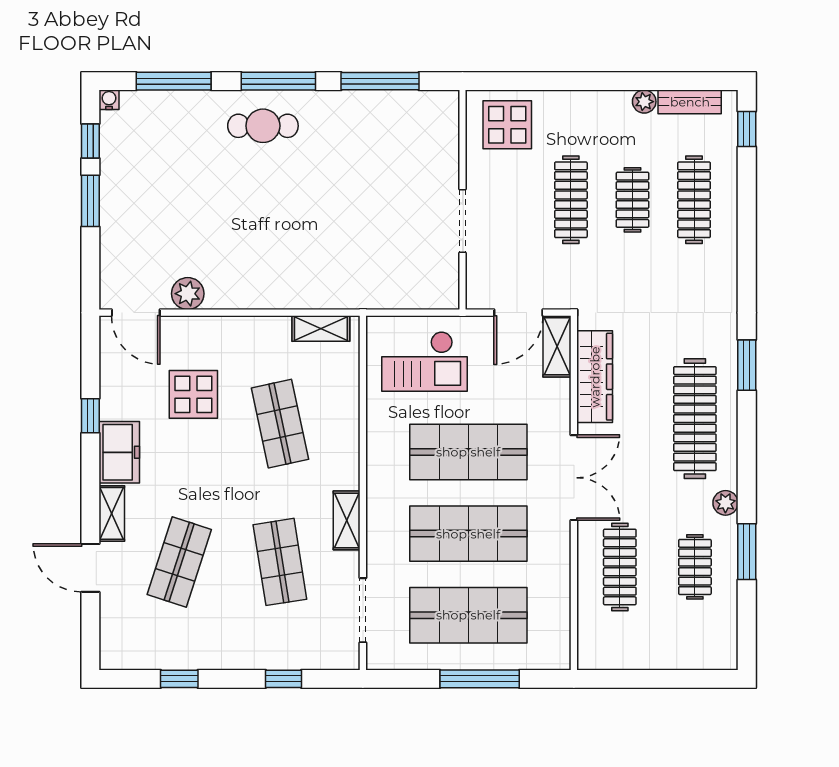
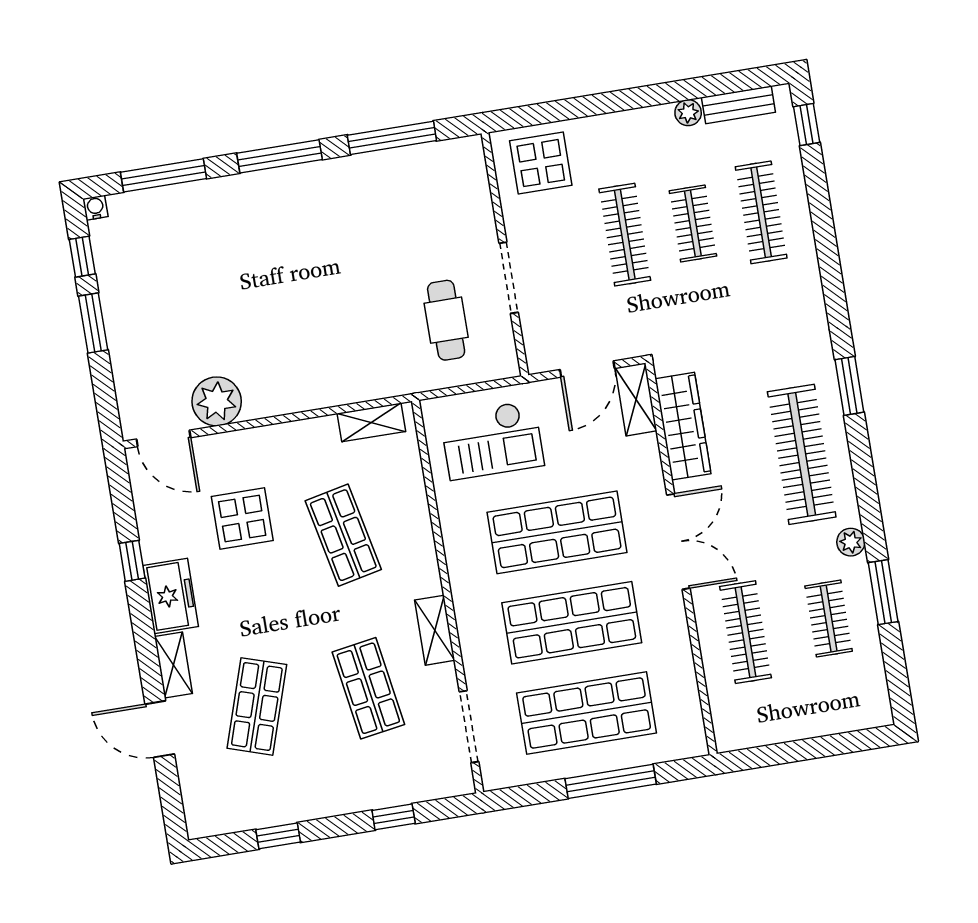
cafe table: (263, 126) -> (446, 320), moved, turned 90
plant: (188, 294) -> (217, 401), width x1.36, depth x1.36

